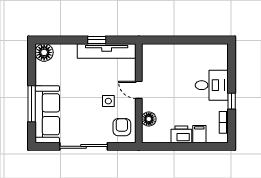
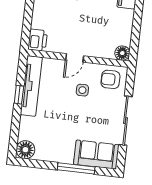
sofa: (47, 114) -> (96, 155), width x0.73
floor lamp: (149, 119) -> (122, 53), moved
printer: (181, 134) -> (38, 40), moved, turned 180

